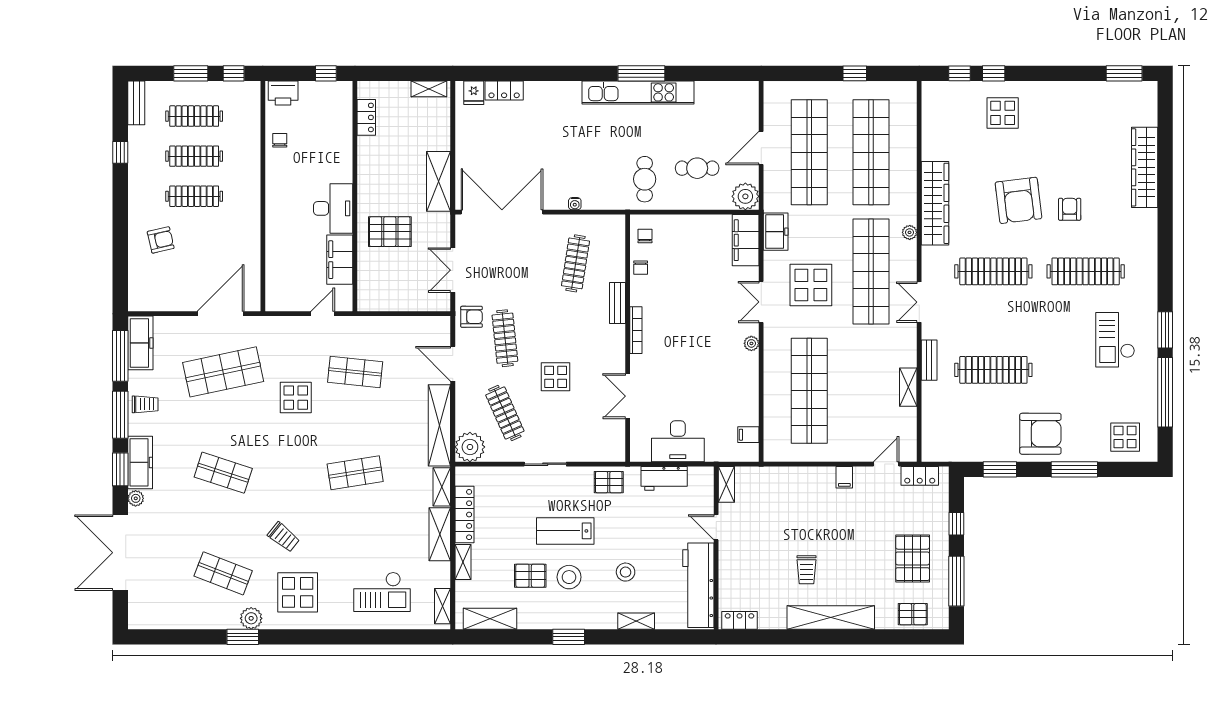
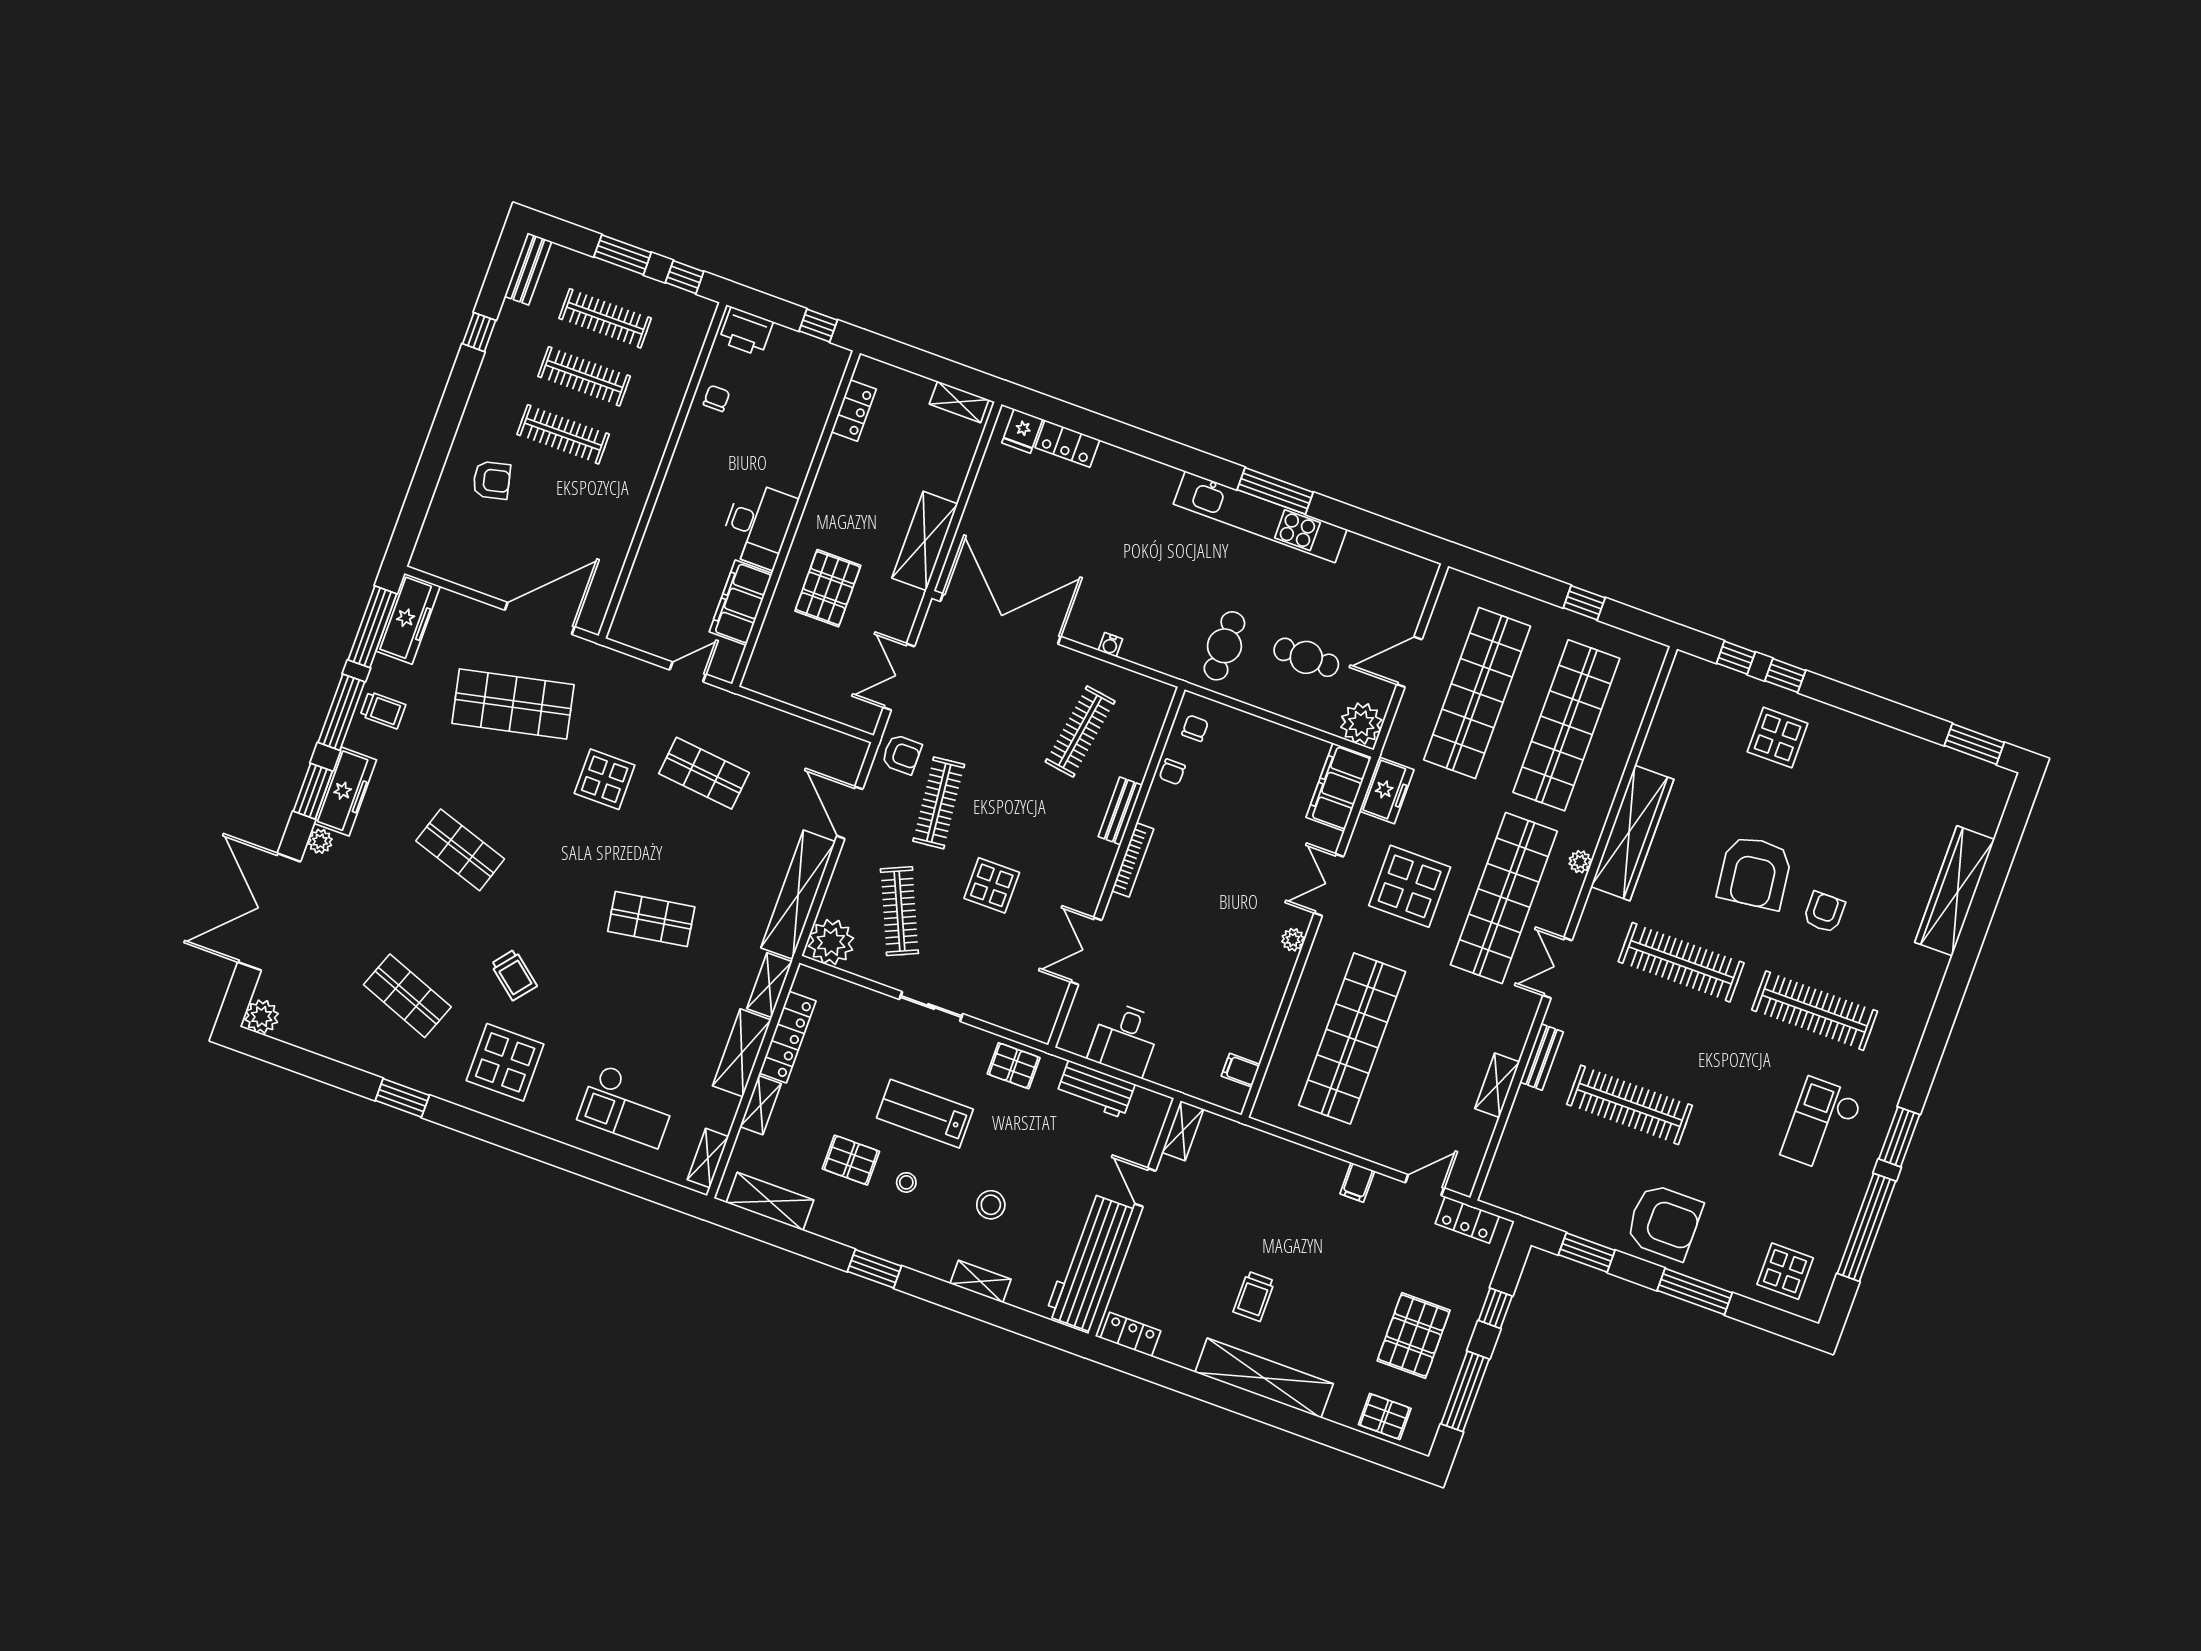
pallet: (390, 232) -> (828, 588), turned 90
desk: (678, 441) -> (1125, 1039), width x0.73
stool: (569, 577) -> (906, 1182), width x0.53, depth x0.53
plant: (251, 618) -> (262, 1017), moved

